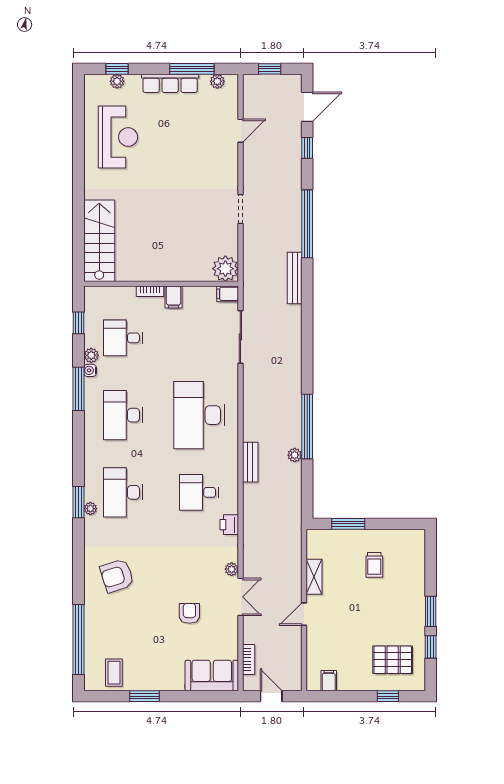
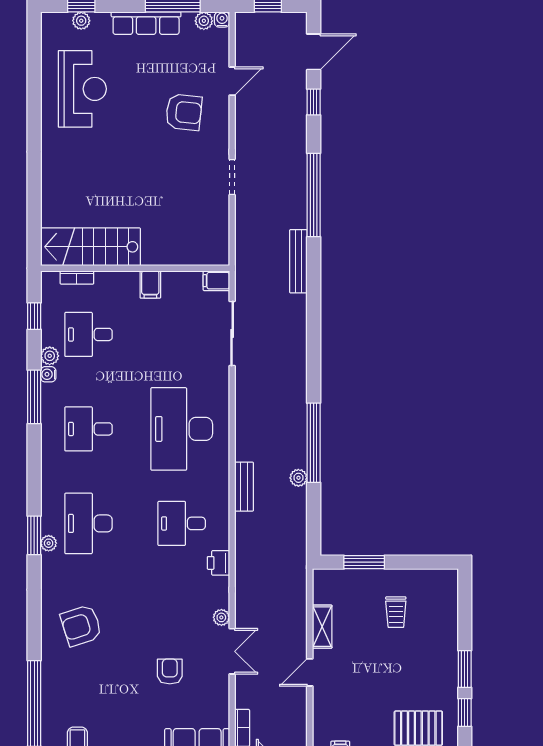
water cooler: (232, 80) -> (222, 19), added
armchair: (201, 156) -> (184, 112), added
stairs: (99, 241) -> (91, 247), moved, turned -90
plant: (225, 269) -> (214, 250), removed
bookcase: (150, 291) -> (77, 277), moved
desk: (123, 415) -> (88, 429), width x0.73

